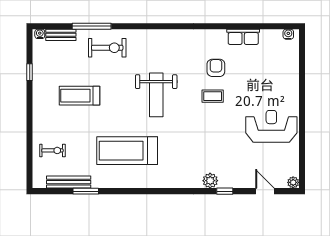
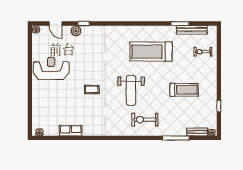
exercise bike: (107, 48) -> (145, 120), moved
armchair: (216, 68) -> (90, 109), removed
weight bench: (156, 95) -> (131, 90), turned 180
reception desk: (271, 126) -> (51, 68), turned 180
treadmill: (127, 151) -> (151, 52), turned 180
plant: (210, 181) -> (76, 31), moved

